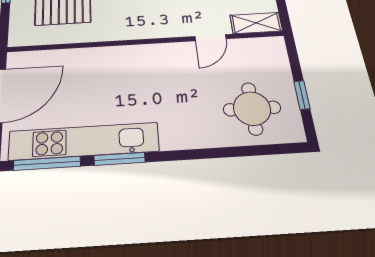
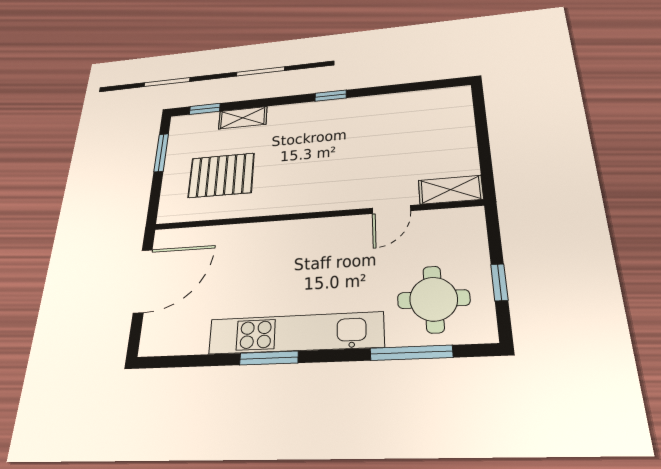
kitchen unit: (84, 141) -> (295, 333), moved
window: (47, 163) -> (411, 353), moved

